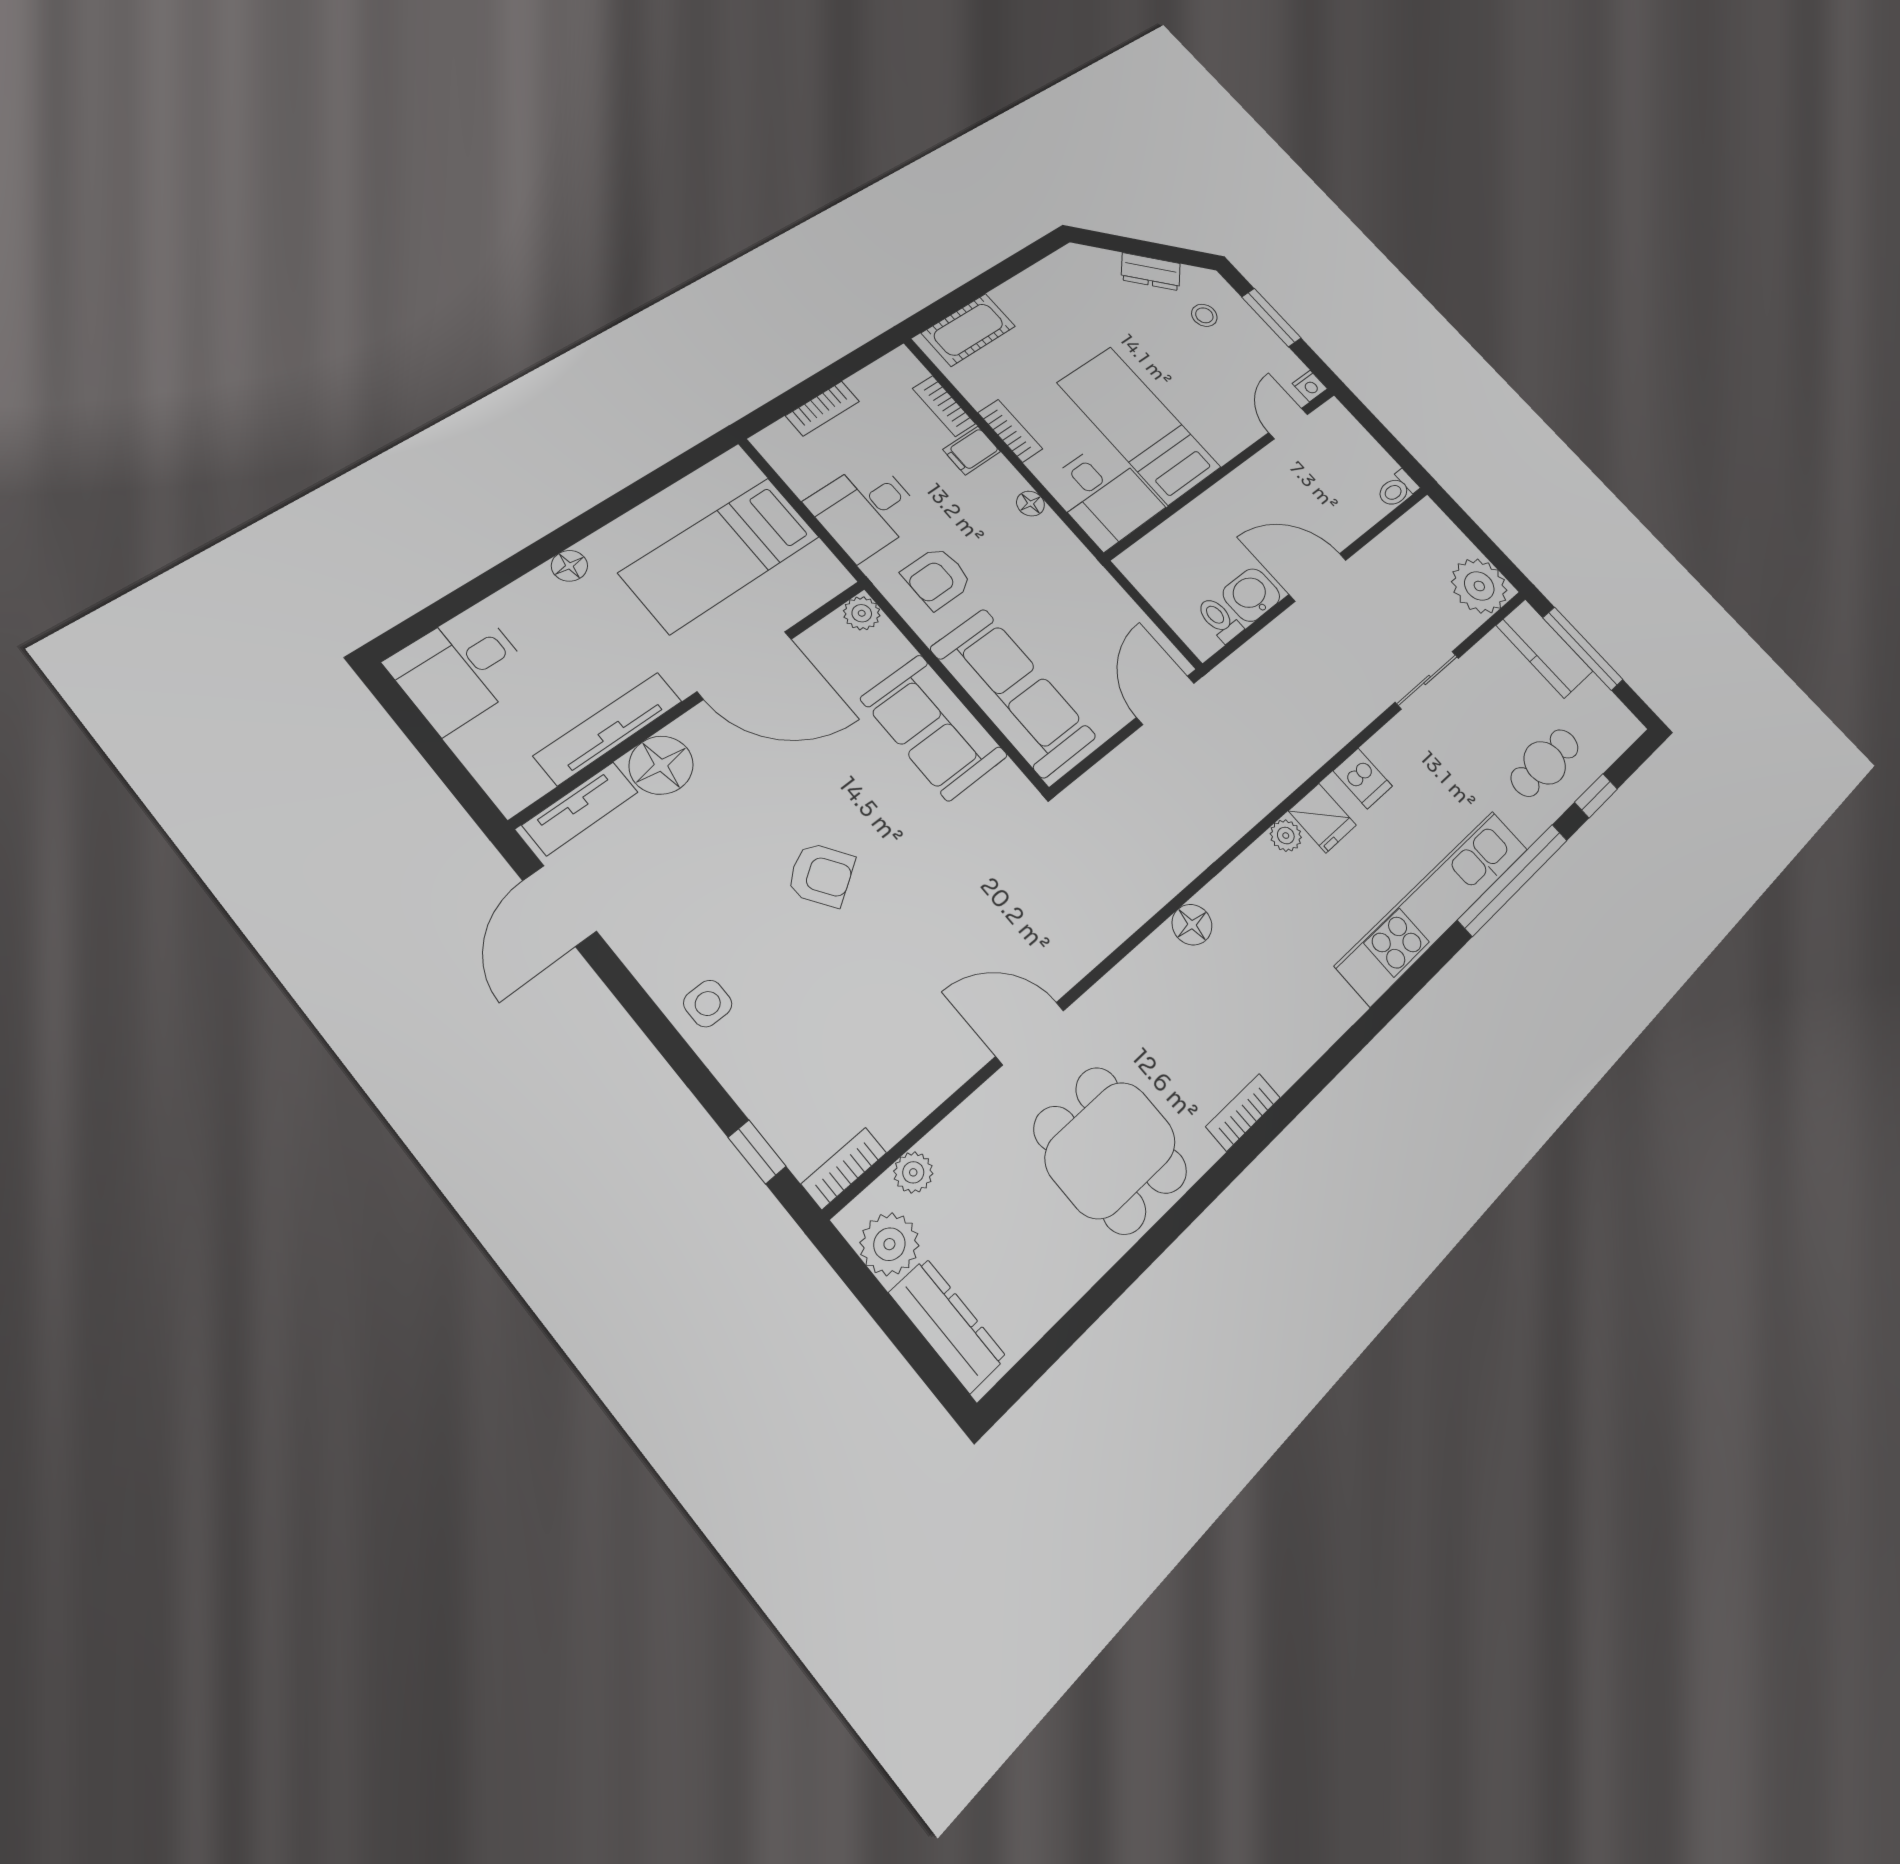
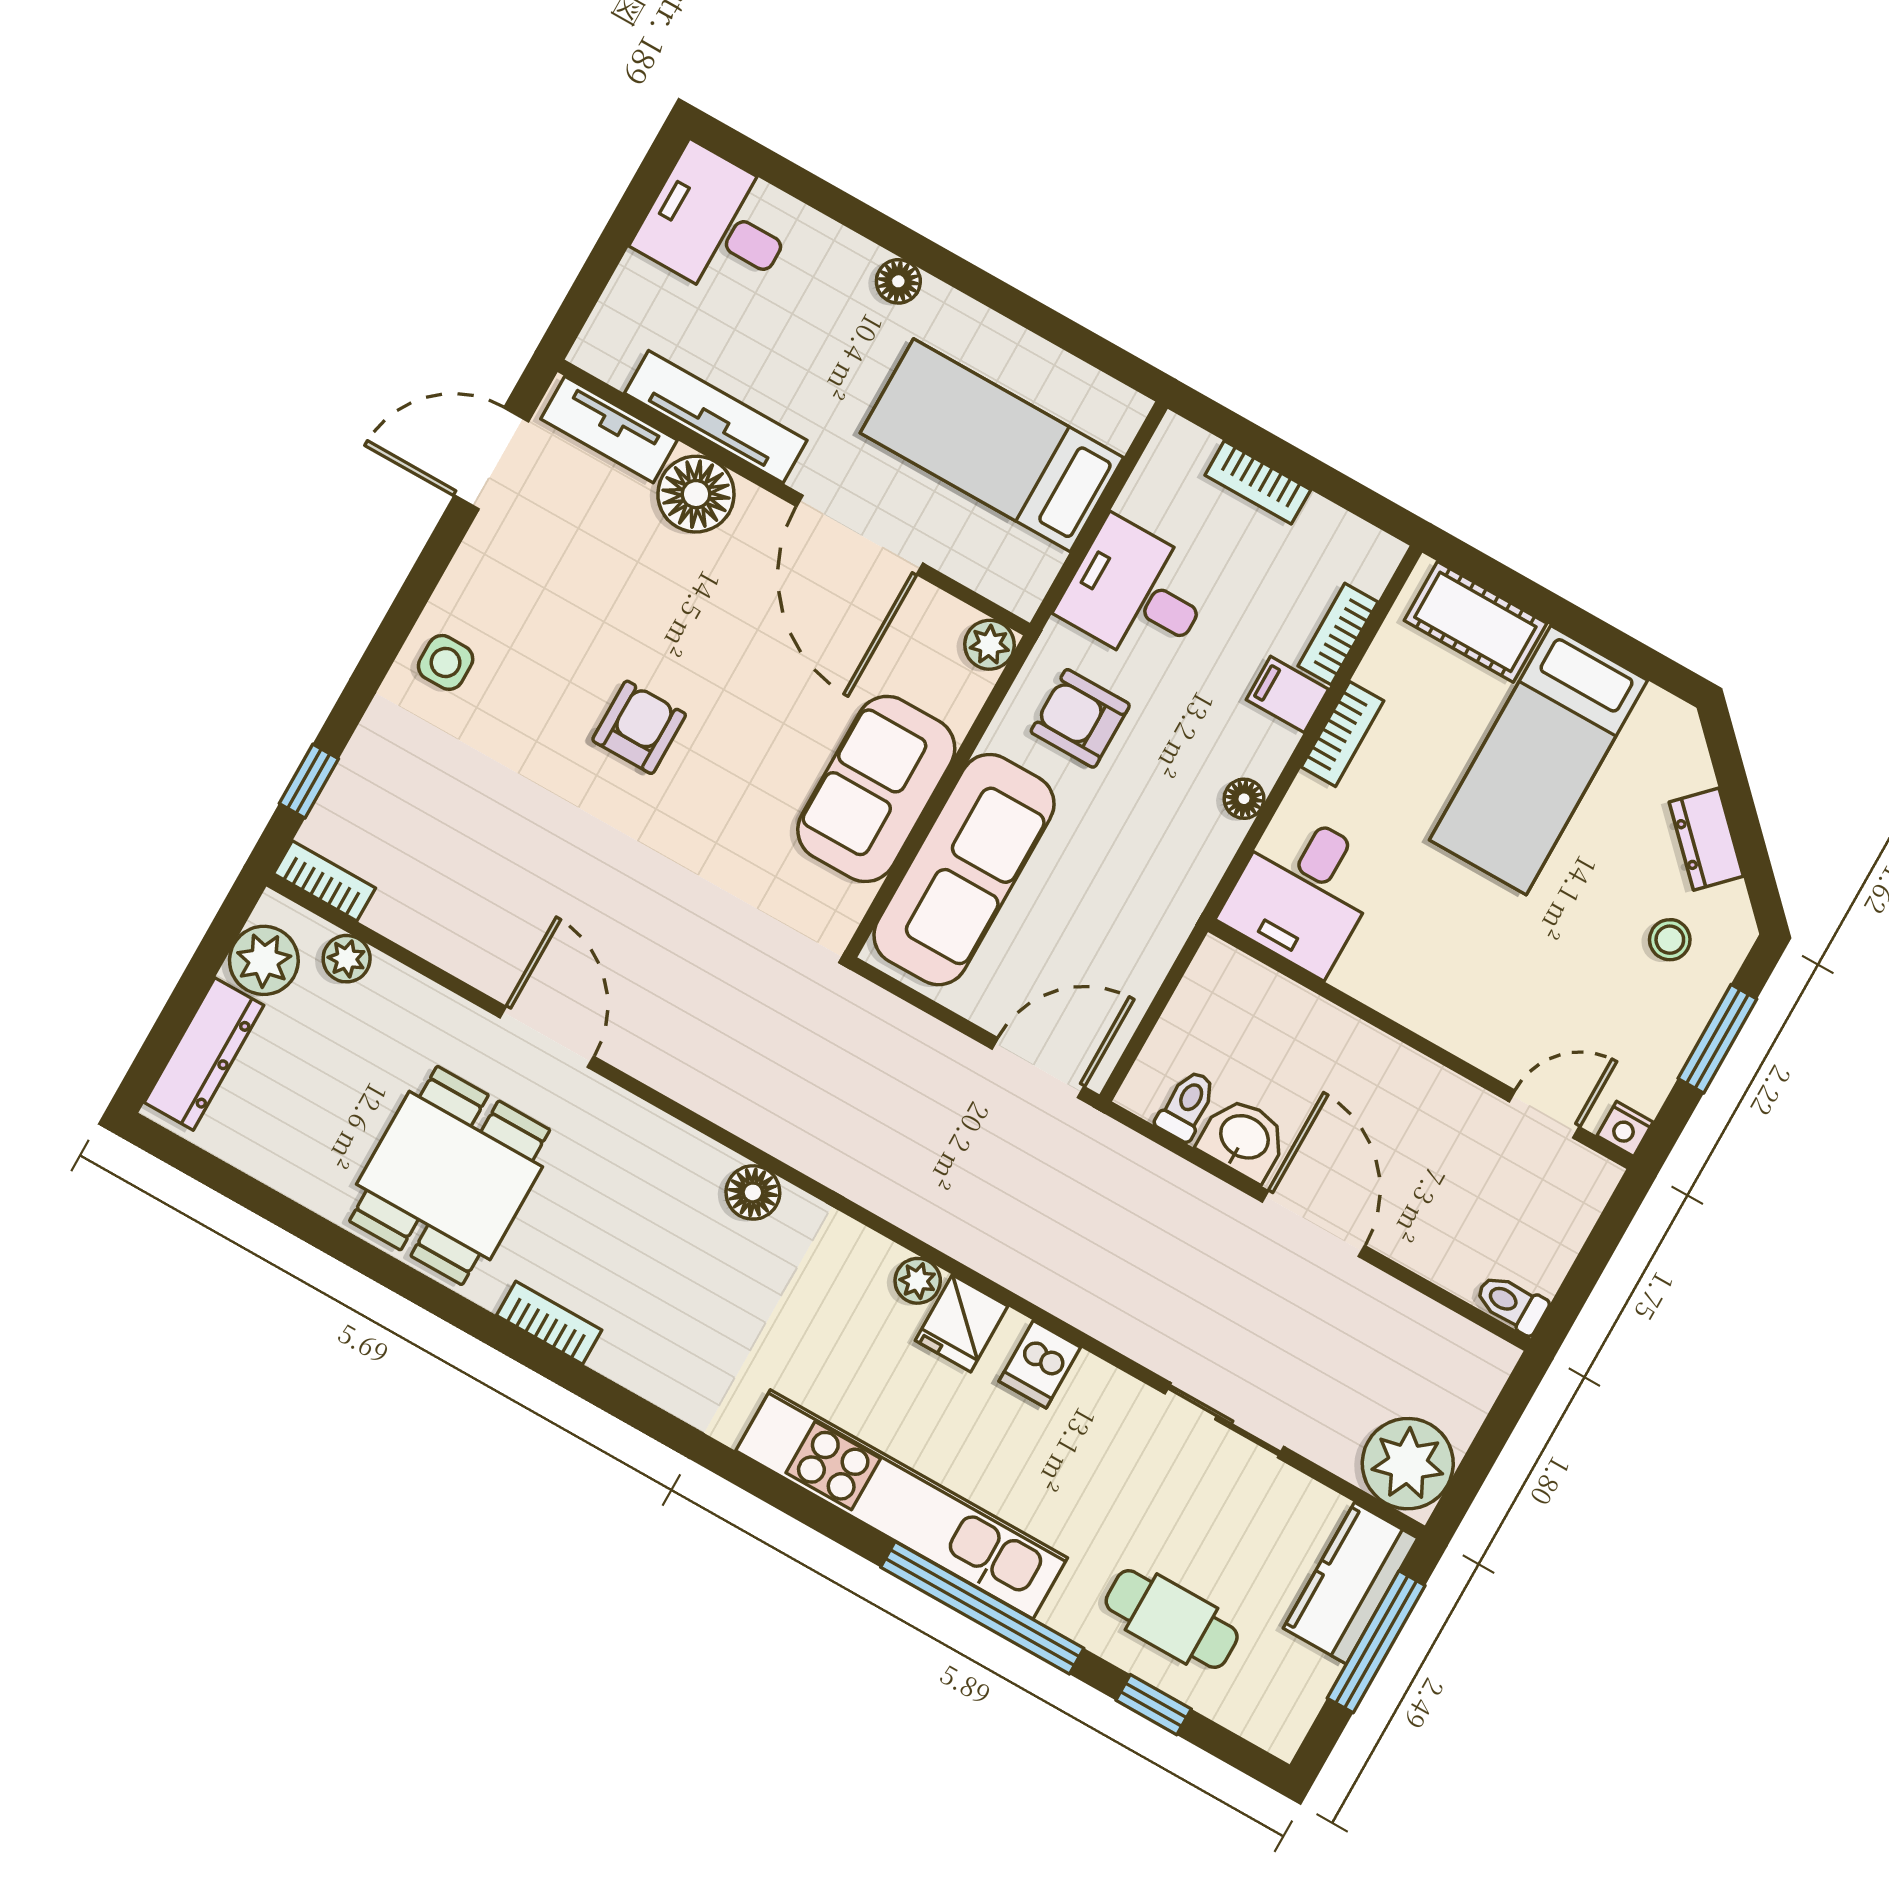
bed: (1139, 425) -> (1539, 760), moved, turned 180
armchair: (821, 875) -> (639, 727), turned -146

